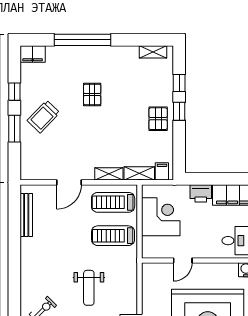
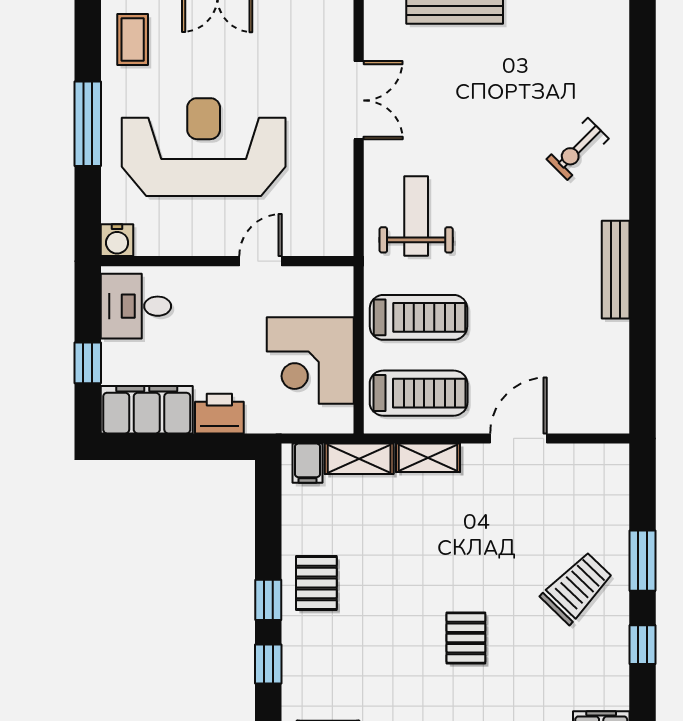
bench: (26, 215) -> (616, 270), moved
weight bench: (89, 288) -> (416, 216), moved

